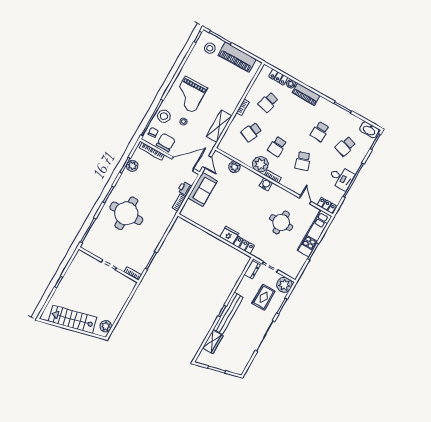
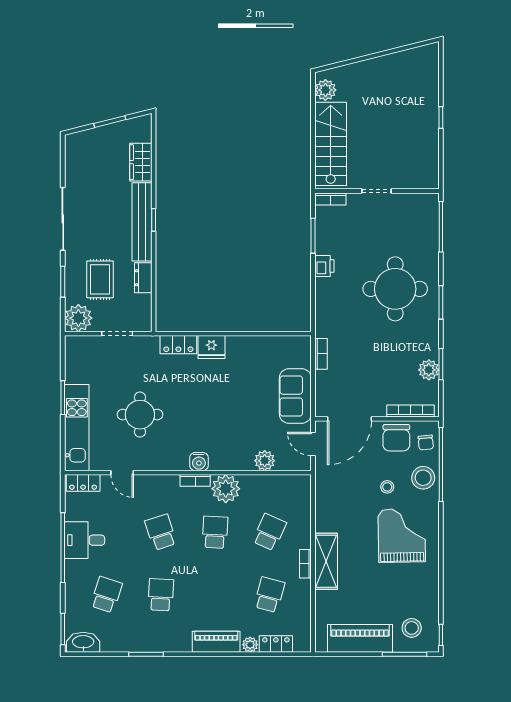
shelving: (219, 126) -> (326, 561), moved
printer: (185, 189) -> (324, 266), moved
dresser: (252, 270) -> (143, 278), moved
stairs: (73, 319) -> (331, 144), moved, turned -76

